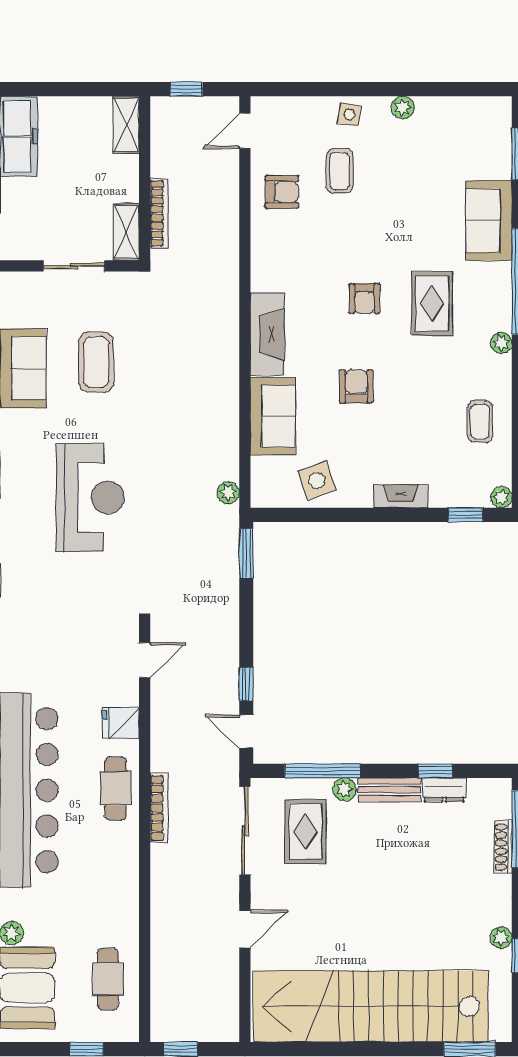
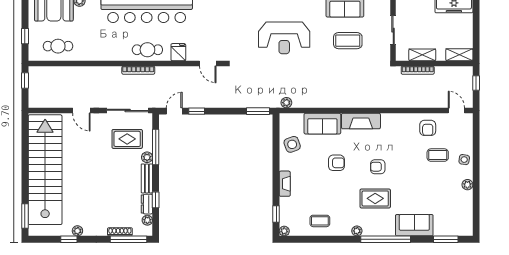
shelving: (126, 232) -> (422, 55), moved
plant: (478, 789) -> (147, 220), added

